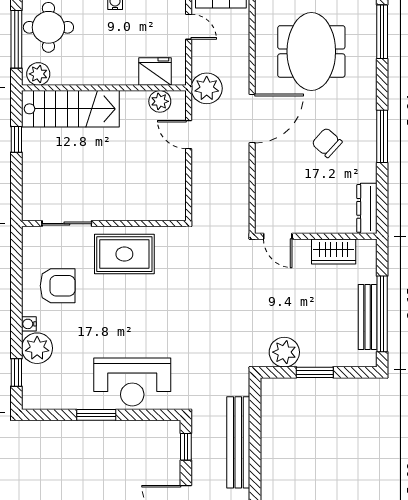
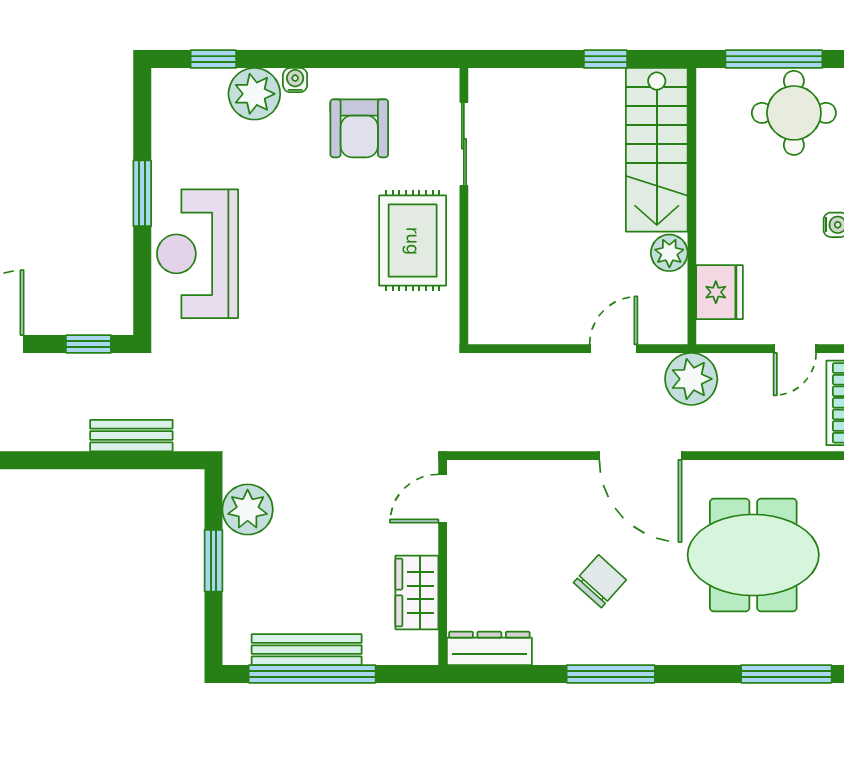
plant: (38, 74) -> (715, 96), removed
plant: (160, 101) -> (669, 253), moved
bench: (238, 442) -> (131, 436), width x0.54, depth x0.82

